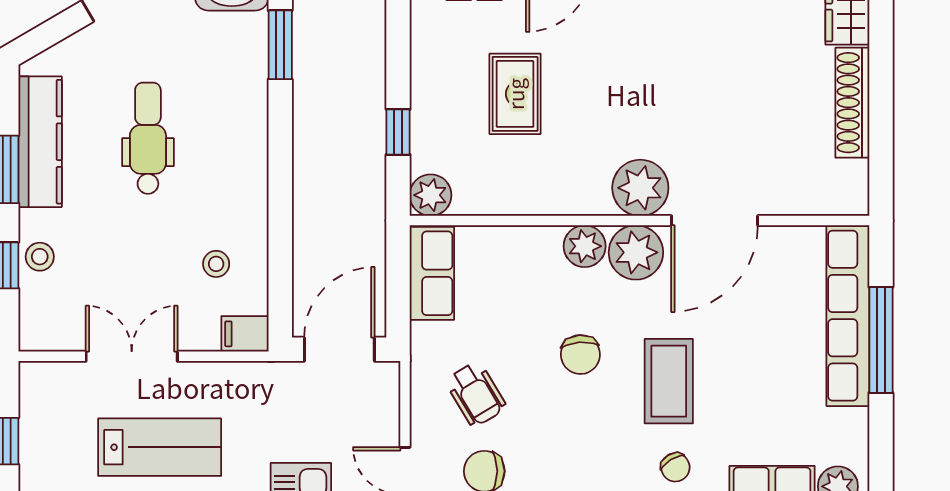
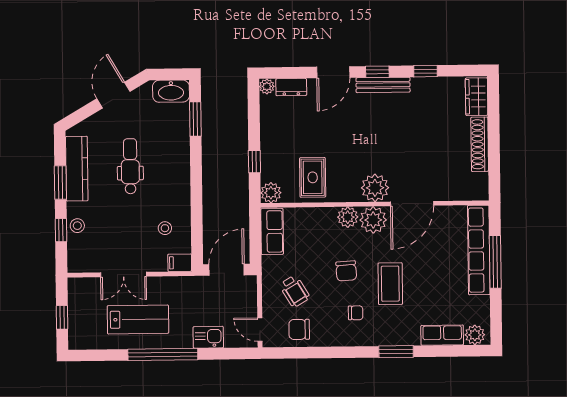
rug: (515, 94) -> (313, 177), moved
double door: (132, 356) -> (124, 274), swing flipped
chair: (675, 467) -> (356, 313), moved, turned -58

